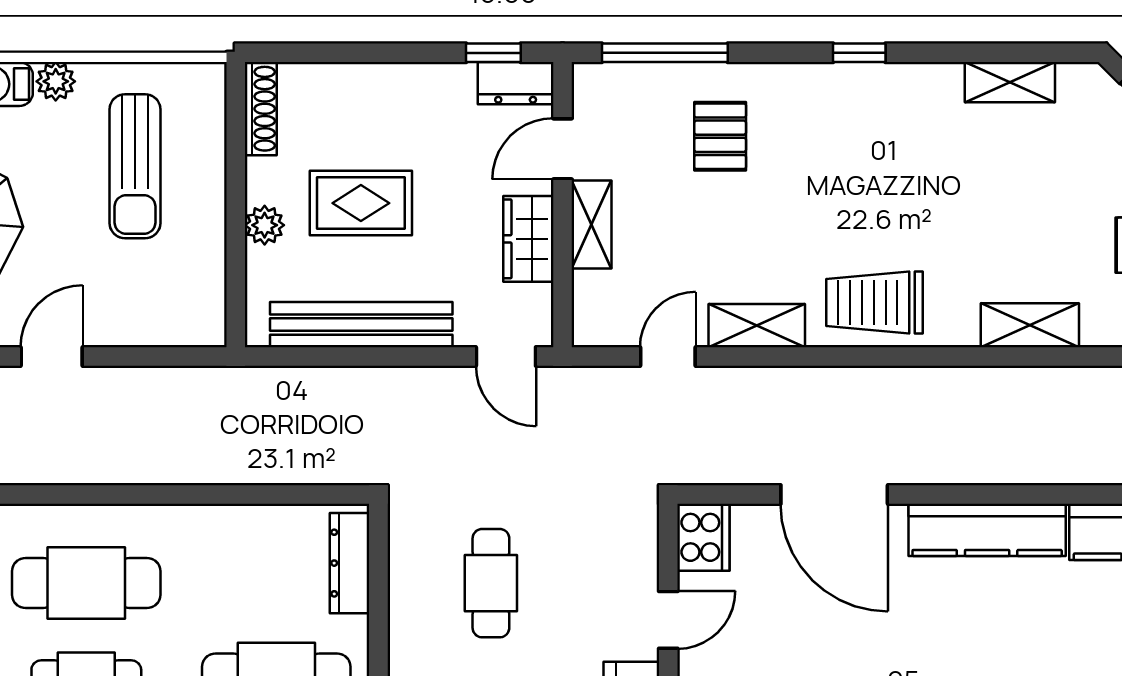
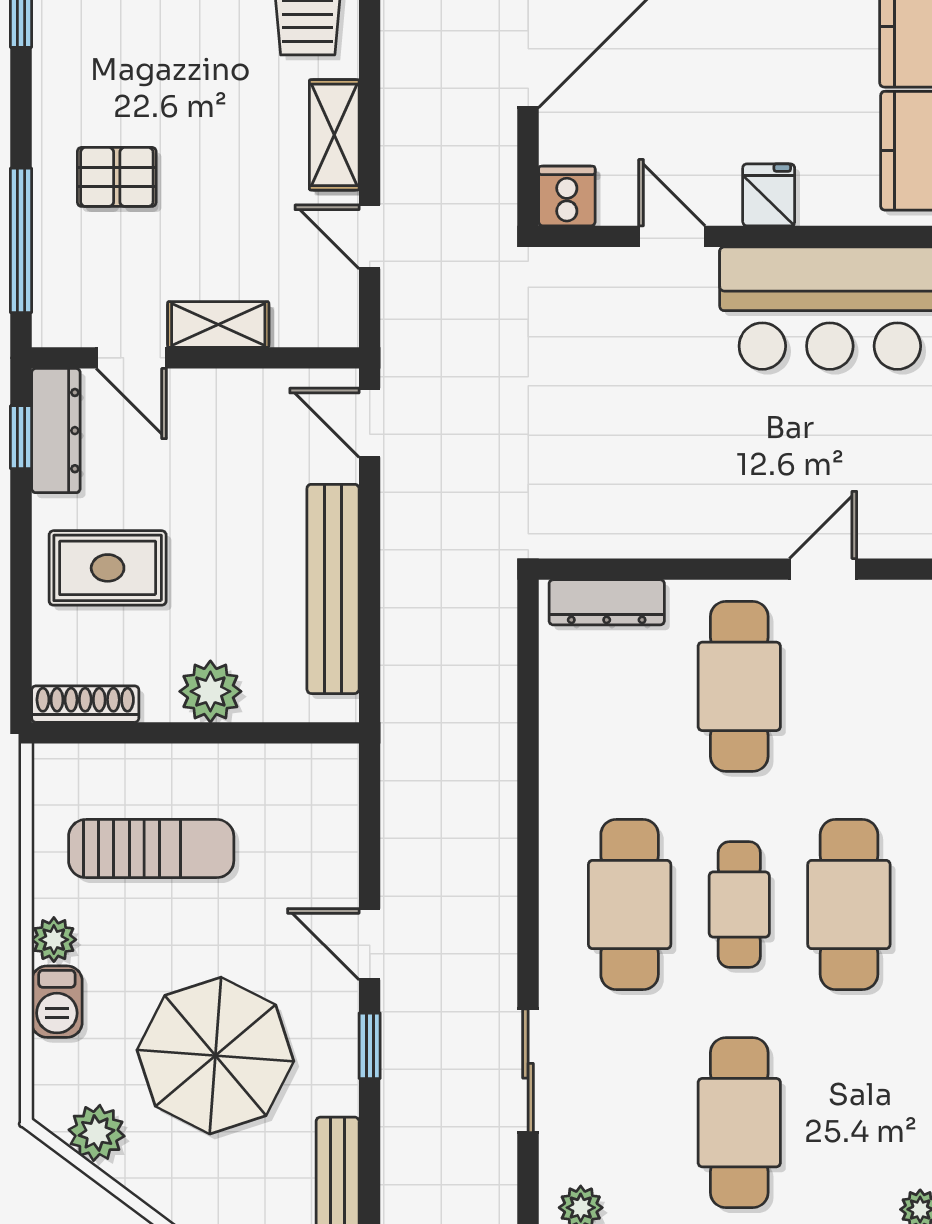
dresser: (516, 83) -> (56, 431), width x1.44
rug: (361, 203) -> (108, 568), moved, turned 90
plant: (265, 225) -> (210, 691), width x1.38, depth x1.38
wardrobe: (528, 239) -> (235, 397), removed
door: (506, 356) -> (370, 423), swing flipped
cooker: (703, 537) -> (567, 196), width x0.73
cafe table: (491, 583) -> (630, 440), removed

